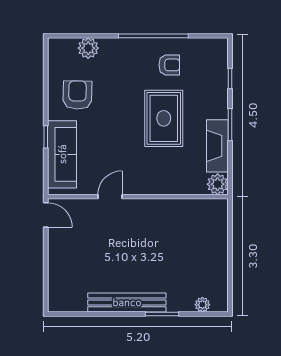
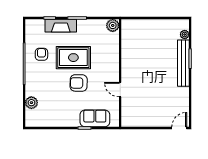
armchair: (77, 95) -> (79, 83), moved
fireplace: (217, 146) -> (61, 26), moved
sofa: (62, 154) -> (95, 118), width x0.73
door: (46, 215) -> (179, 128), moved
bench: (127, 302) -> (183, 63), moved

